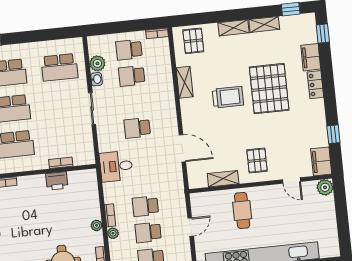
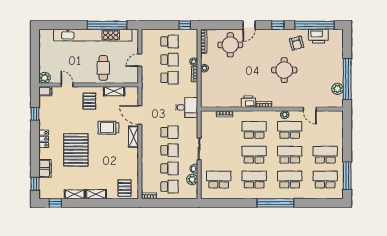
shelving: (185, 82) -> (134, 137), moved
locker: (315, 85) -> (44, 139), moved
trolley: (228, 97) -> (108, 128), moved
school desk: (134, 102) -> (169, 150), added
filing cabinet: (321, 161) -> (45, 91), width x0.50
printer: (57, 181) -> (248, 102), moved

